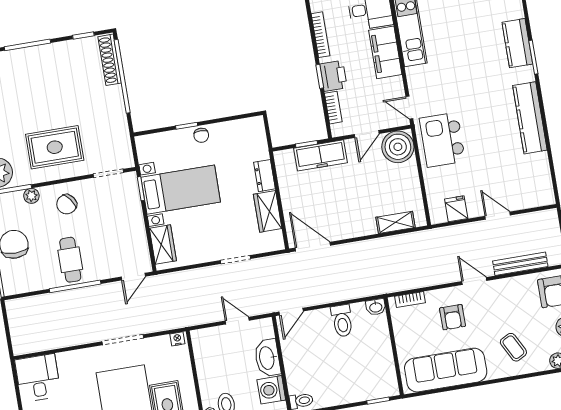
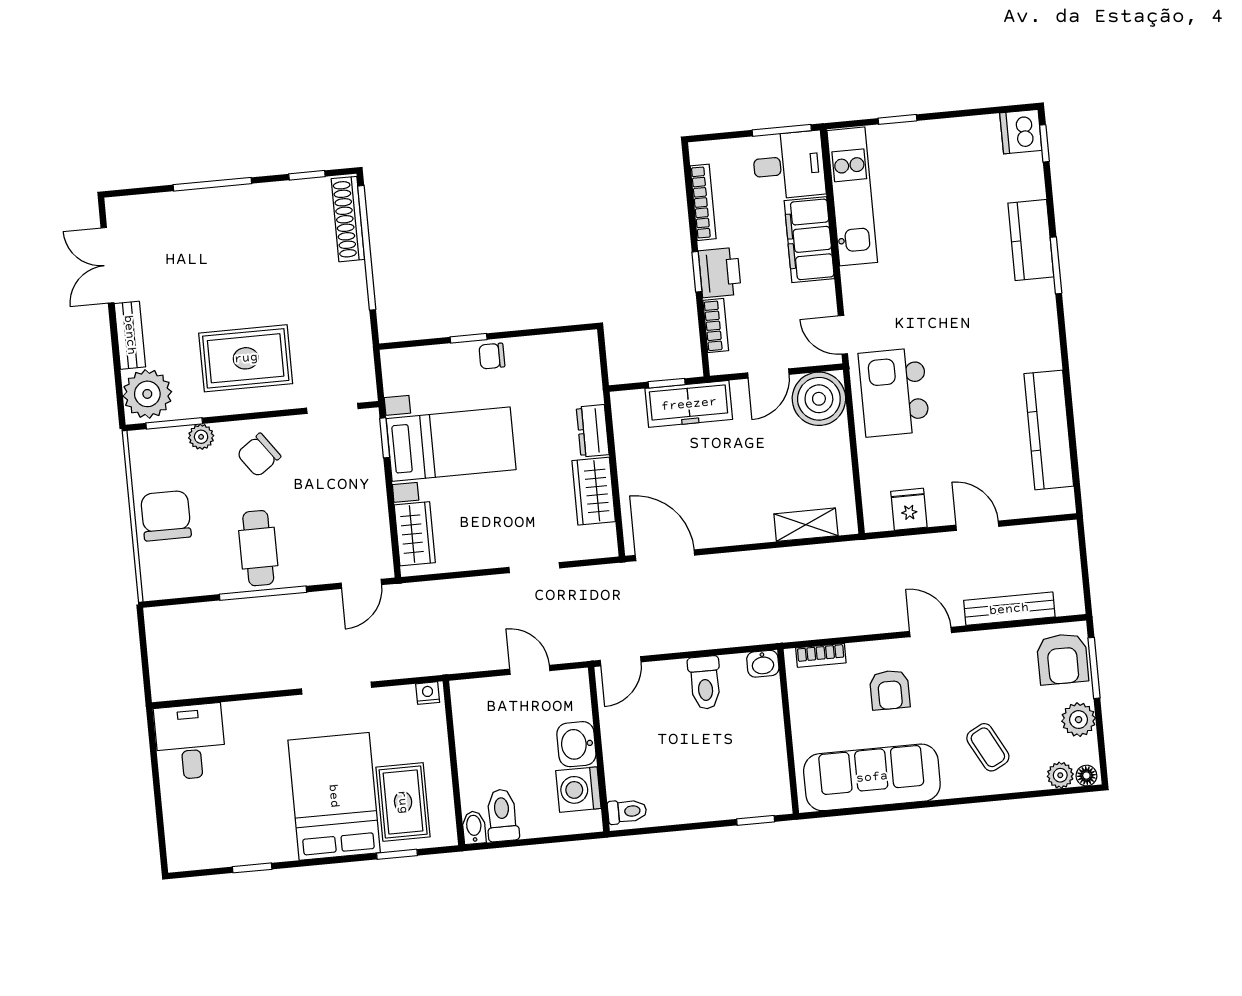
kitchen counter: (530, 118) -> (1049, 430), moved
chair: (201, 135) -> (492, 356), turned 90
washbasin: (267, 358) -> (576, 744), width x0.72

